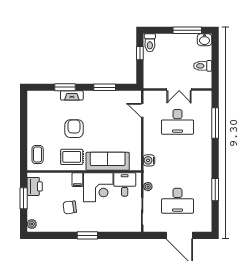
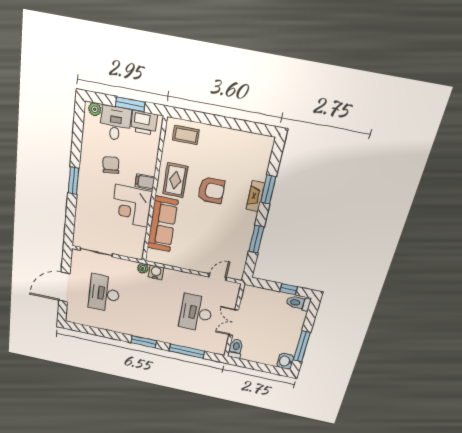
toilet: (203, 66) -> (236, 349), moved
desk: (125, 184) -> (115, 123), moved, turned -90
plant: (148, 187) -> (143, 268), moved
window: (215, 190) -> (144, 342), moved

